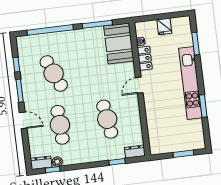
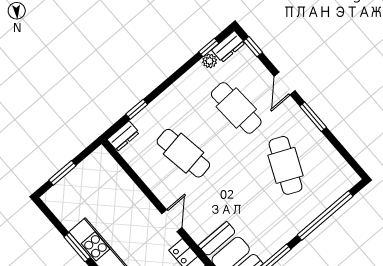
window: (16, 65) -> (253, 47), moved
cafe table: (54, 73) -> (286, 165), turned 48
door: (23, 120) -> (285, 84), hinge flipped

